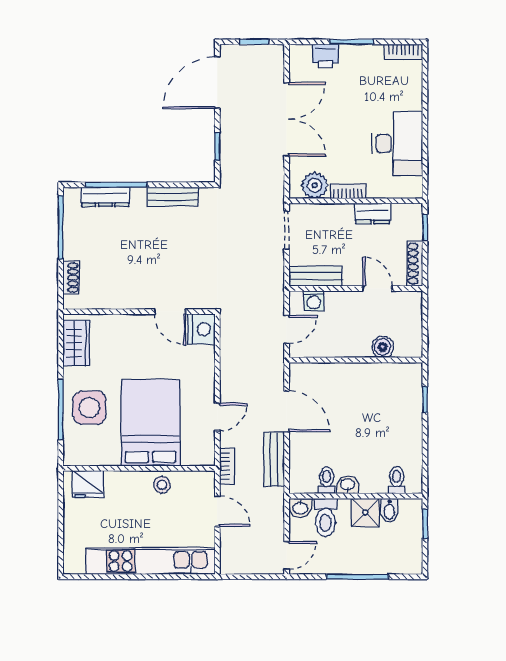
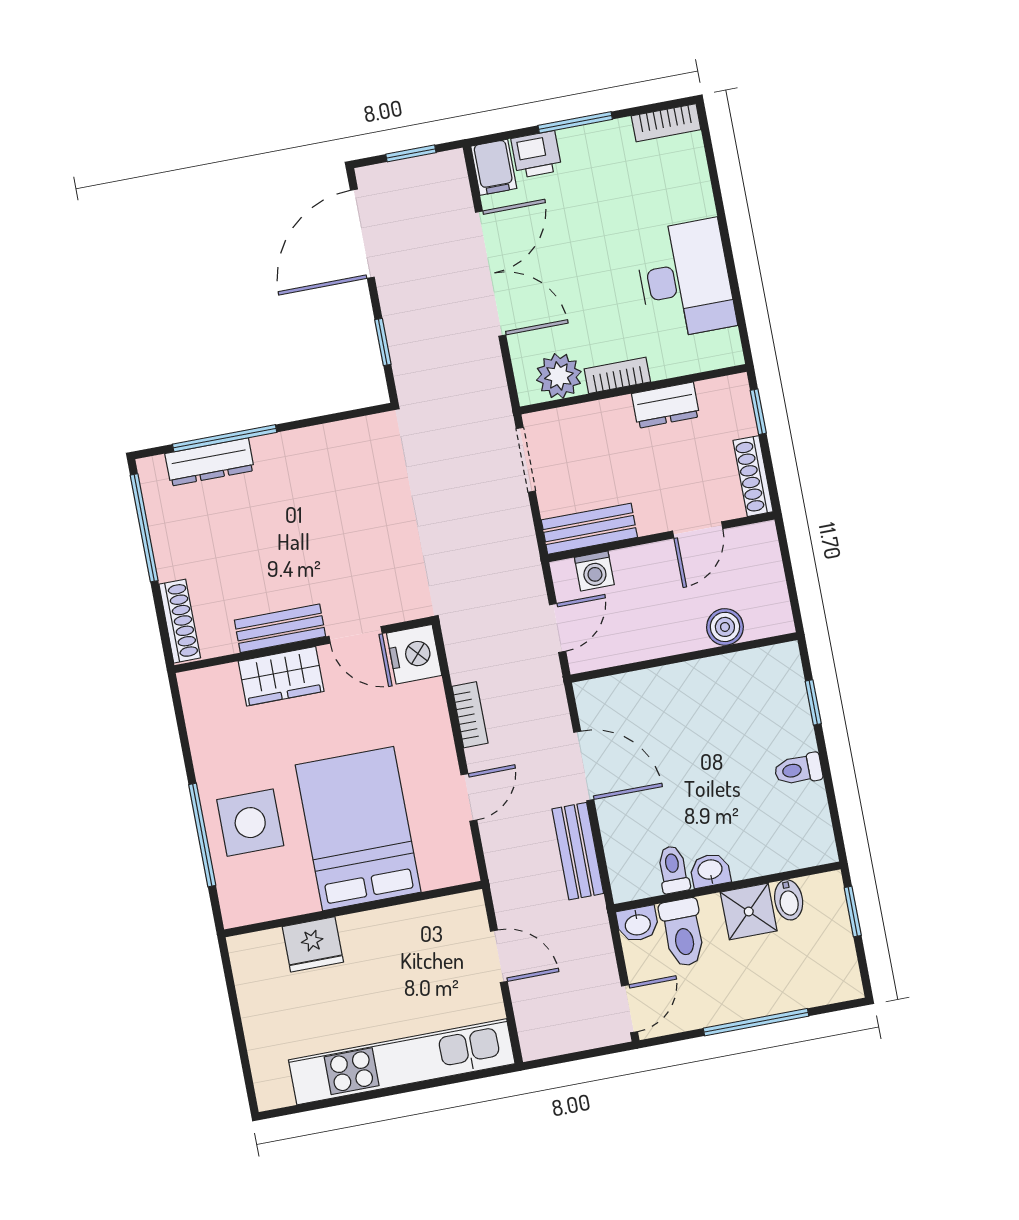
filing cabinet: (300, 59) -> (494, 167), added
bench: (173, 197) -> (280, 628), moved
shoe rack: (71, 278) -> (180, 621), width x1.43
door: (377, 289) -> (698, 530), swing flipped
wardrobe: (76, 343) -> (281, 676), moved, turned 90
bookcase: (227, 466) -> (470, 715), moved
toilet: (397, 480) -> (798, 769), moved, turned -90
fridge: (88, 484) -> (313, 944), moved
stool: (162, 485) -> (397, 929), removed

